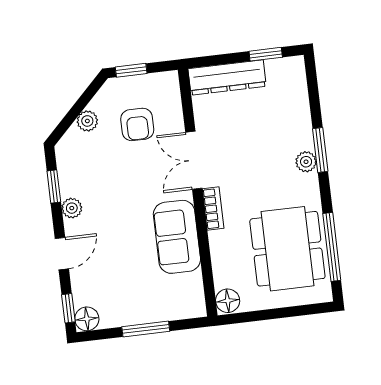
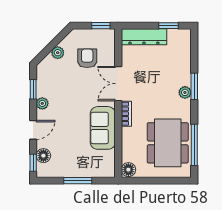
window: (131, 70) -> (101, 26), moved
armchair: (137, 124) -> (87, 58), turned 180
floor lamp: (87, 319) -> (43, 156), moved

